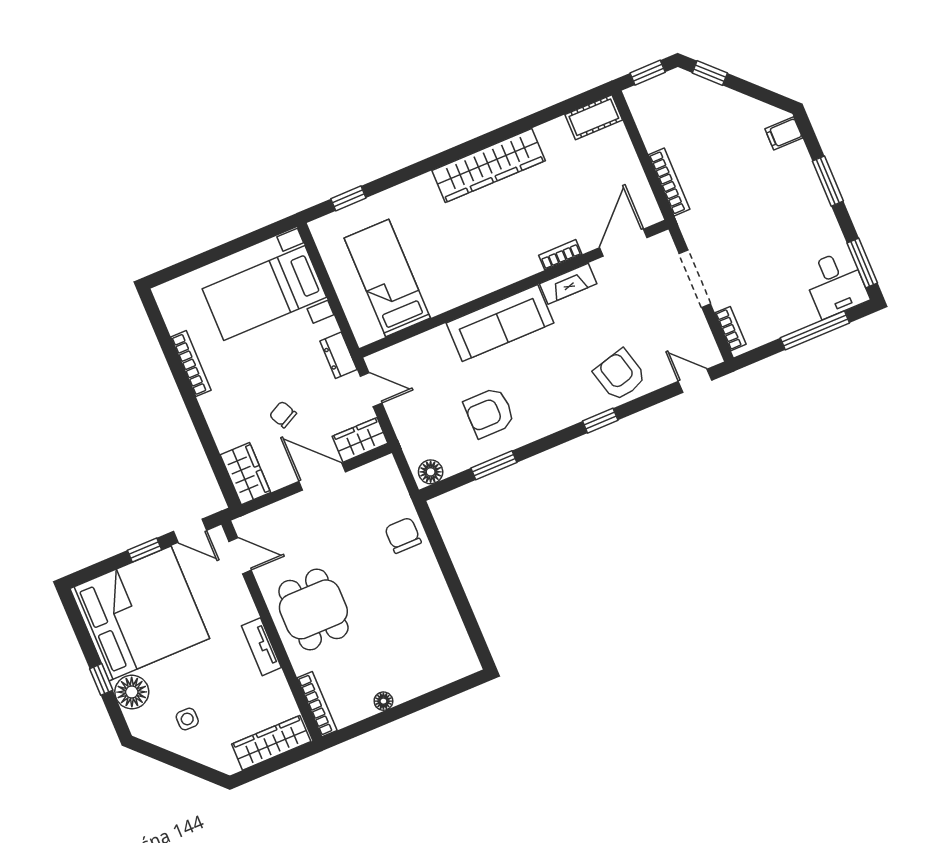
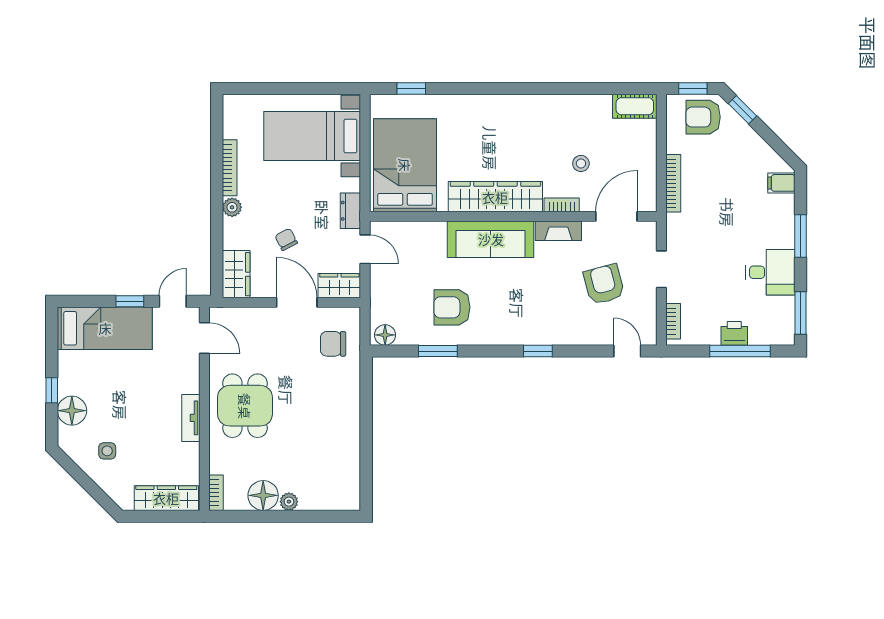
armchair: (671, 98) -> (703, 117), added
wardrobe: (489, 166) -> (495, 197), moved, turned 180
stool: (562, 202) -> (581, 163), added
bed: (387, 278) -> (405, 165), width x1.50
doorway: (695, 279) -> (661, 269), width x0.73
desk: (835, 284) -> (770, 272), moved, turned -90
printer: (801, 314) -> (734, 333), added
armchair: (620, 375) -> (604, 284), moved
plant: (211, 405) -> (232, 207), added
door: (190, 531) -> (173, 301), swing flipped
chair: (403, 535) -> (333, 344), moved, turned -90
bed: (140, 614) -> (105, 328), width x0.49
plant: (403, 692) -> (289, 502), added
floor lamp: (383, 701) -> (263, 495), width x1.89, depth x1.89
bookcase: (317, 704) -> (216, 493), width x0.64

